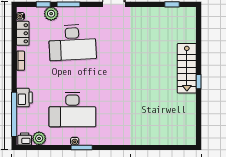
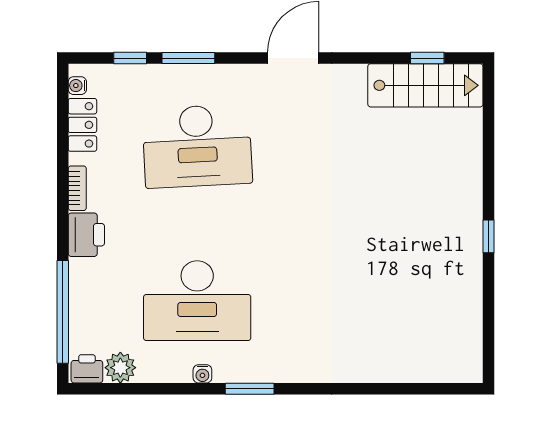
plant: (51, 14) -> (148, 80), removed
stairs: (187, 68) -> (425, 85), moved, turned -90
printer: (24, 98) -> (86, 235), moved
window: (82, 148) -> (250, 389), moved

